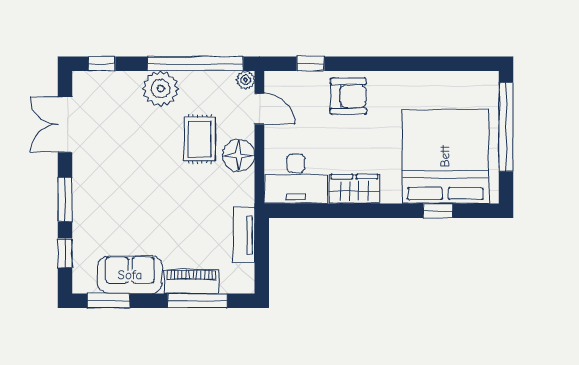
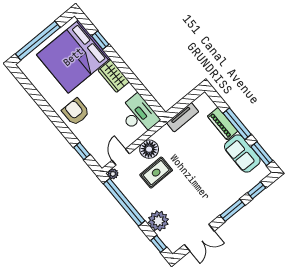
plant: (161, 89) -> (158, 221), moved
armchair: (348, 96) -> (76, 112), moved
wardrobe: (354, 189) -> (114, 76), moved
window: (198, 301) -> (237, 124), moved

